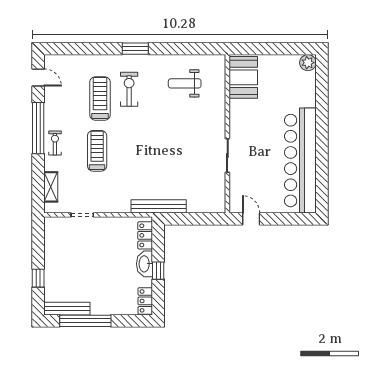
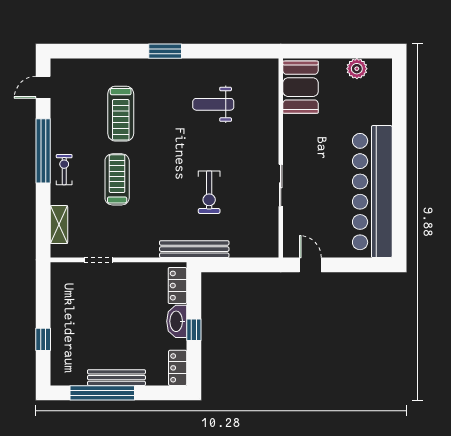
plant: (308, 63) -> (357, 69), moved
door: (38, 77) -> (43, 87), swing flipped
weight bench: (185, 83) -> (213, 104), moved
exercise bike: (129, 89) -> (209, 192), moved, turned 180
treadmill: (100, 98) -> (121, 114), turned 180
bench: (67, 309) -> (116, 378), moved

